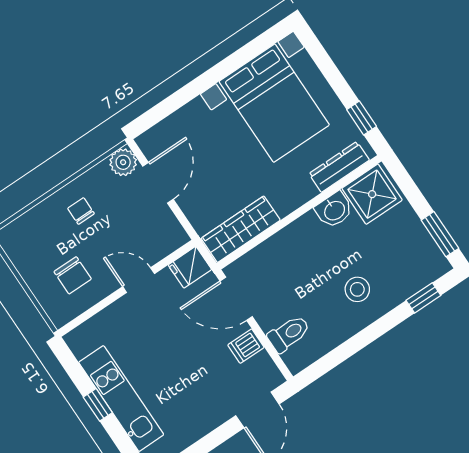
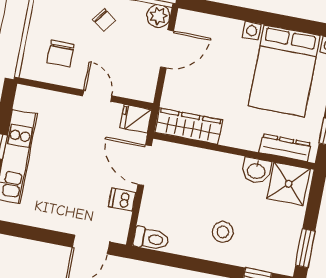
chair: (81, 211) -> (104, 20), turned 127
toilet: (289, 334) -> (151, 239), moved

